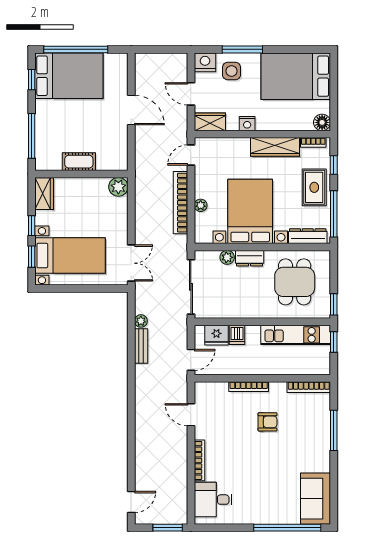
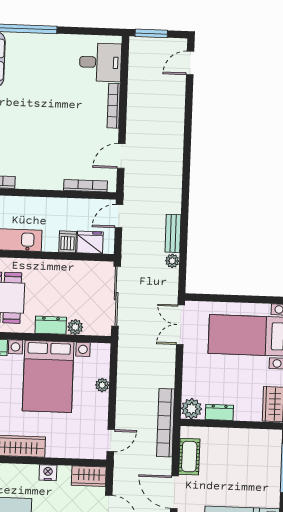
cot: (79, 162) -> (189, 457), moved, turned 90
dresser: (93, 184) -> (219, 412), added
bookcase: (181, 203) -> (166, 423), moved, turned 180
bookcase: (249, 387) -> (85, 186), moved
door: (191, 415) -> (121, 156), swing flipped
armchair: (268, 422) -> (38, 145), removed

